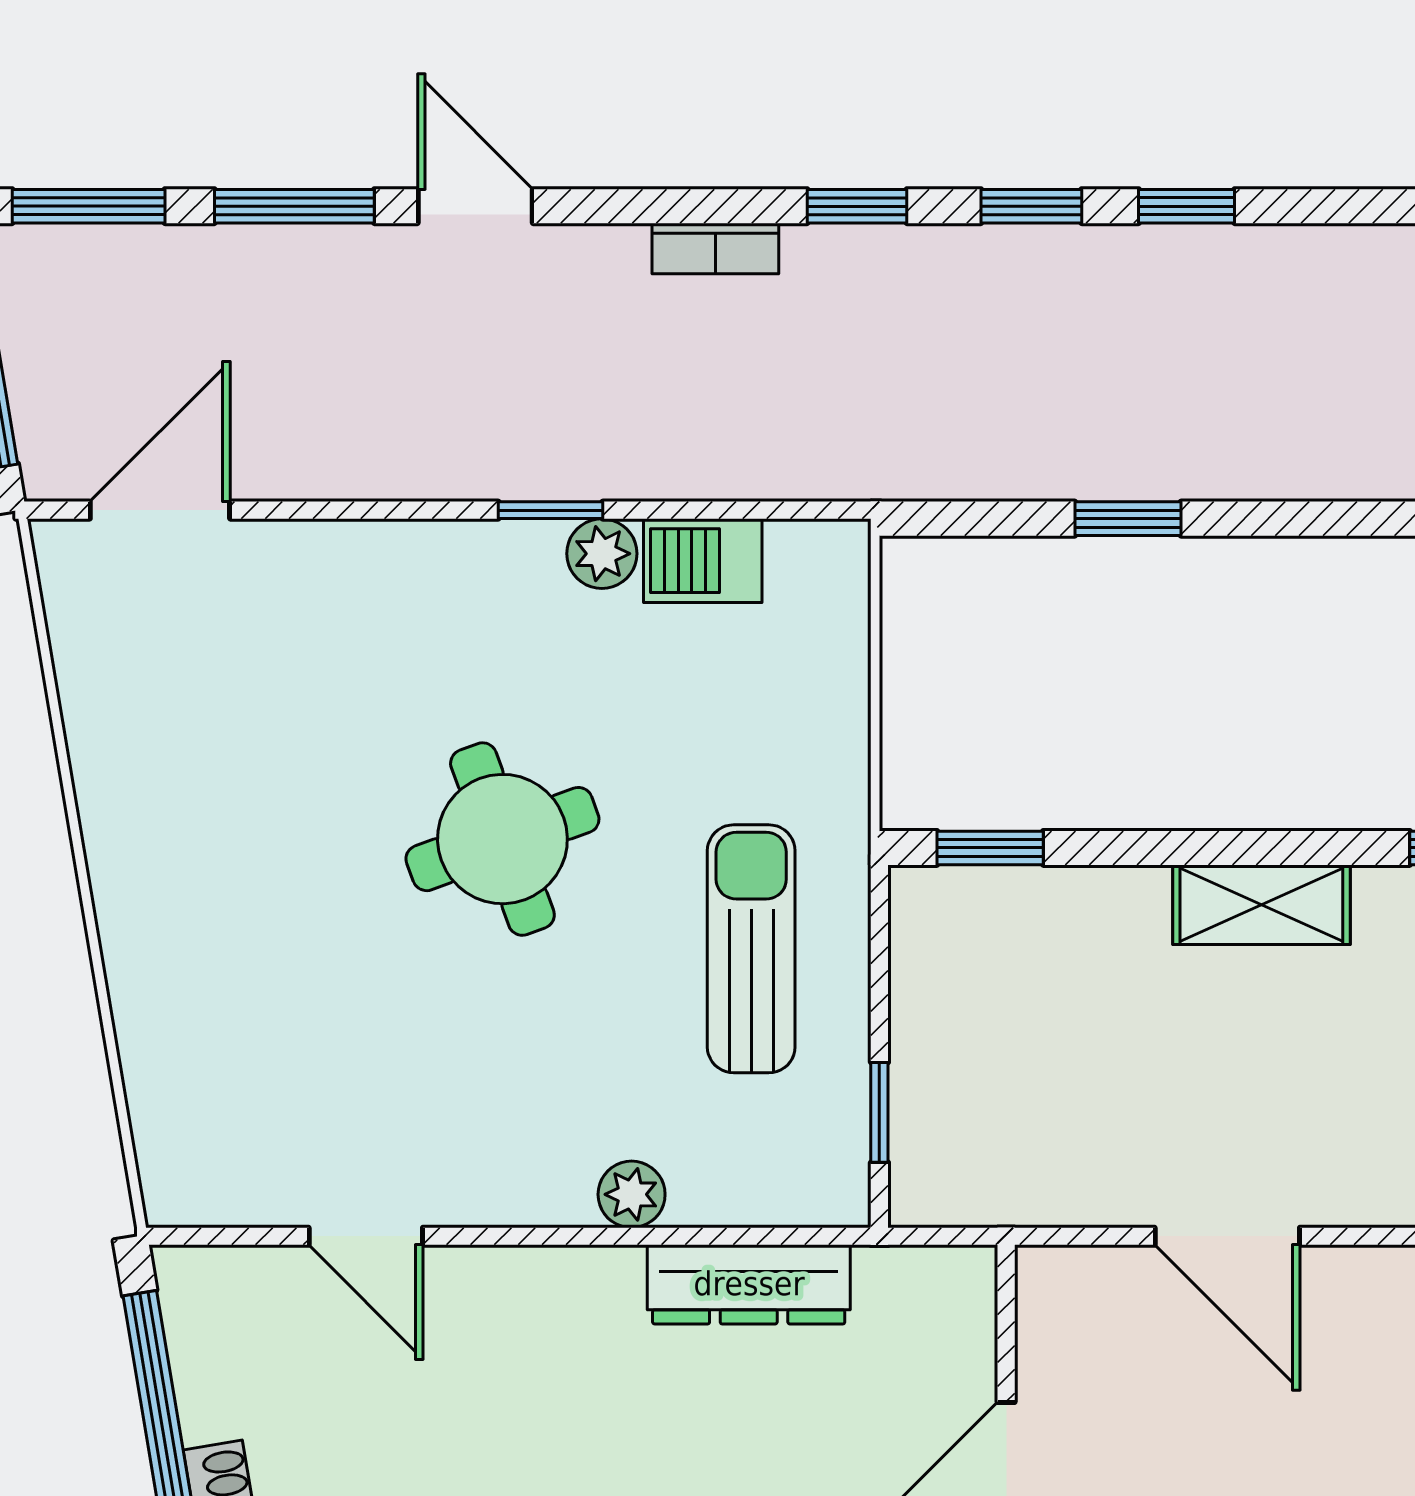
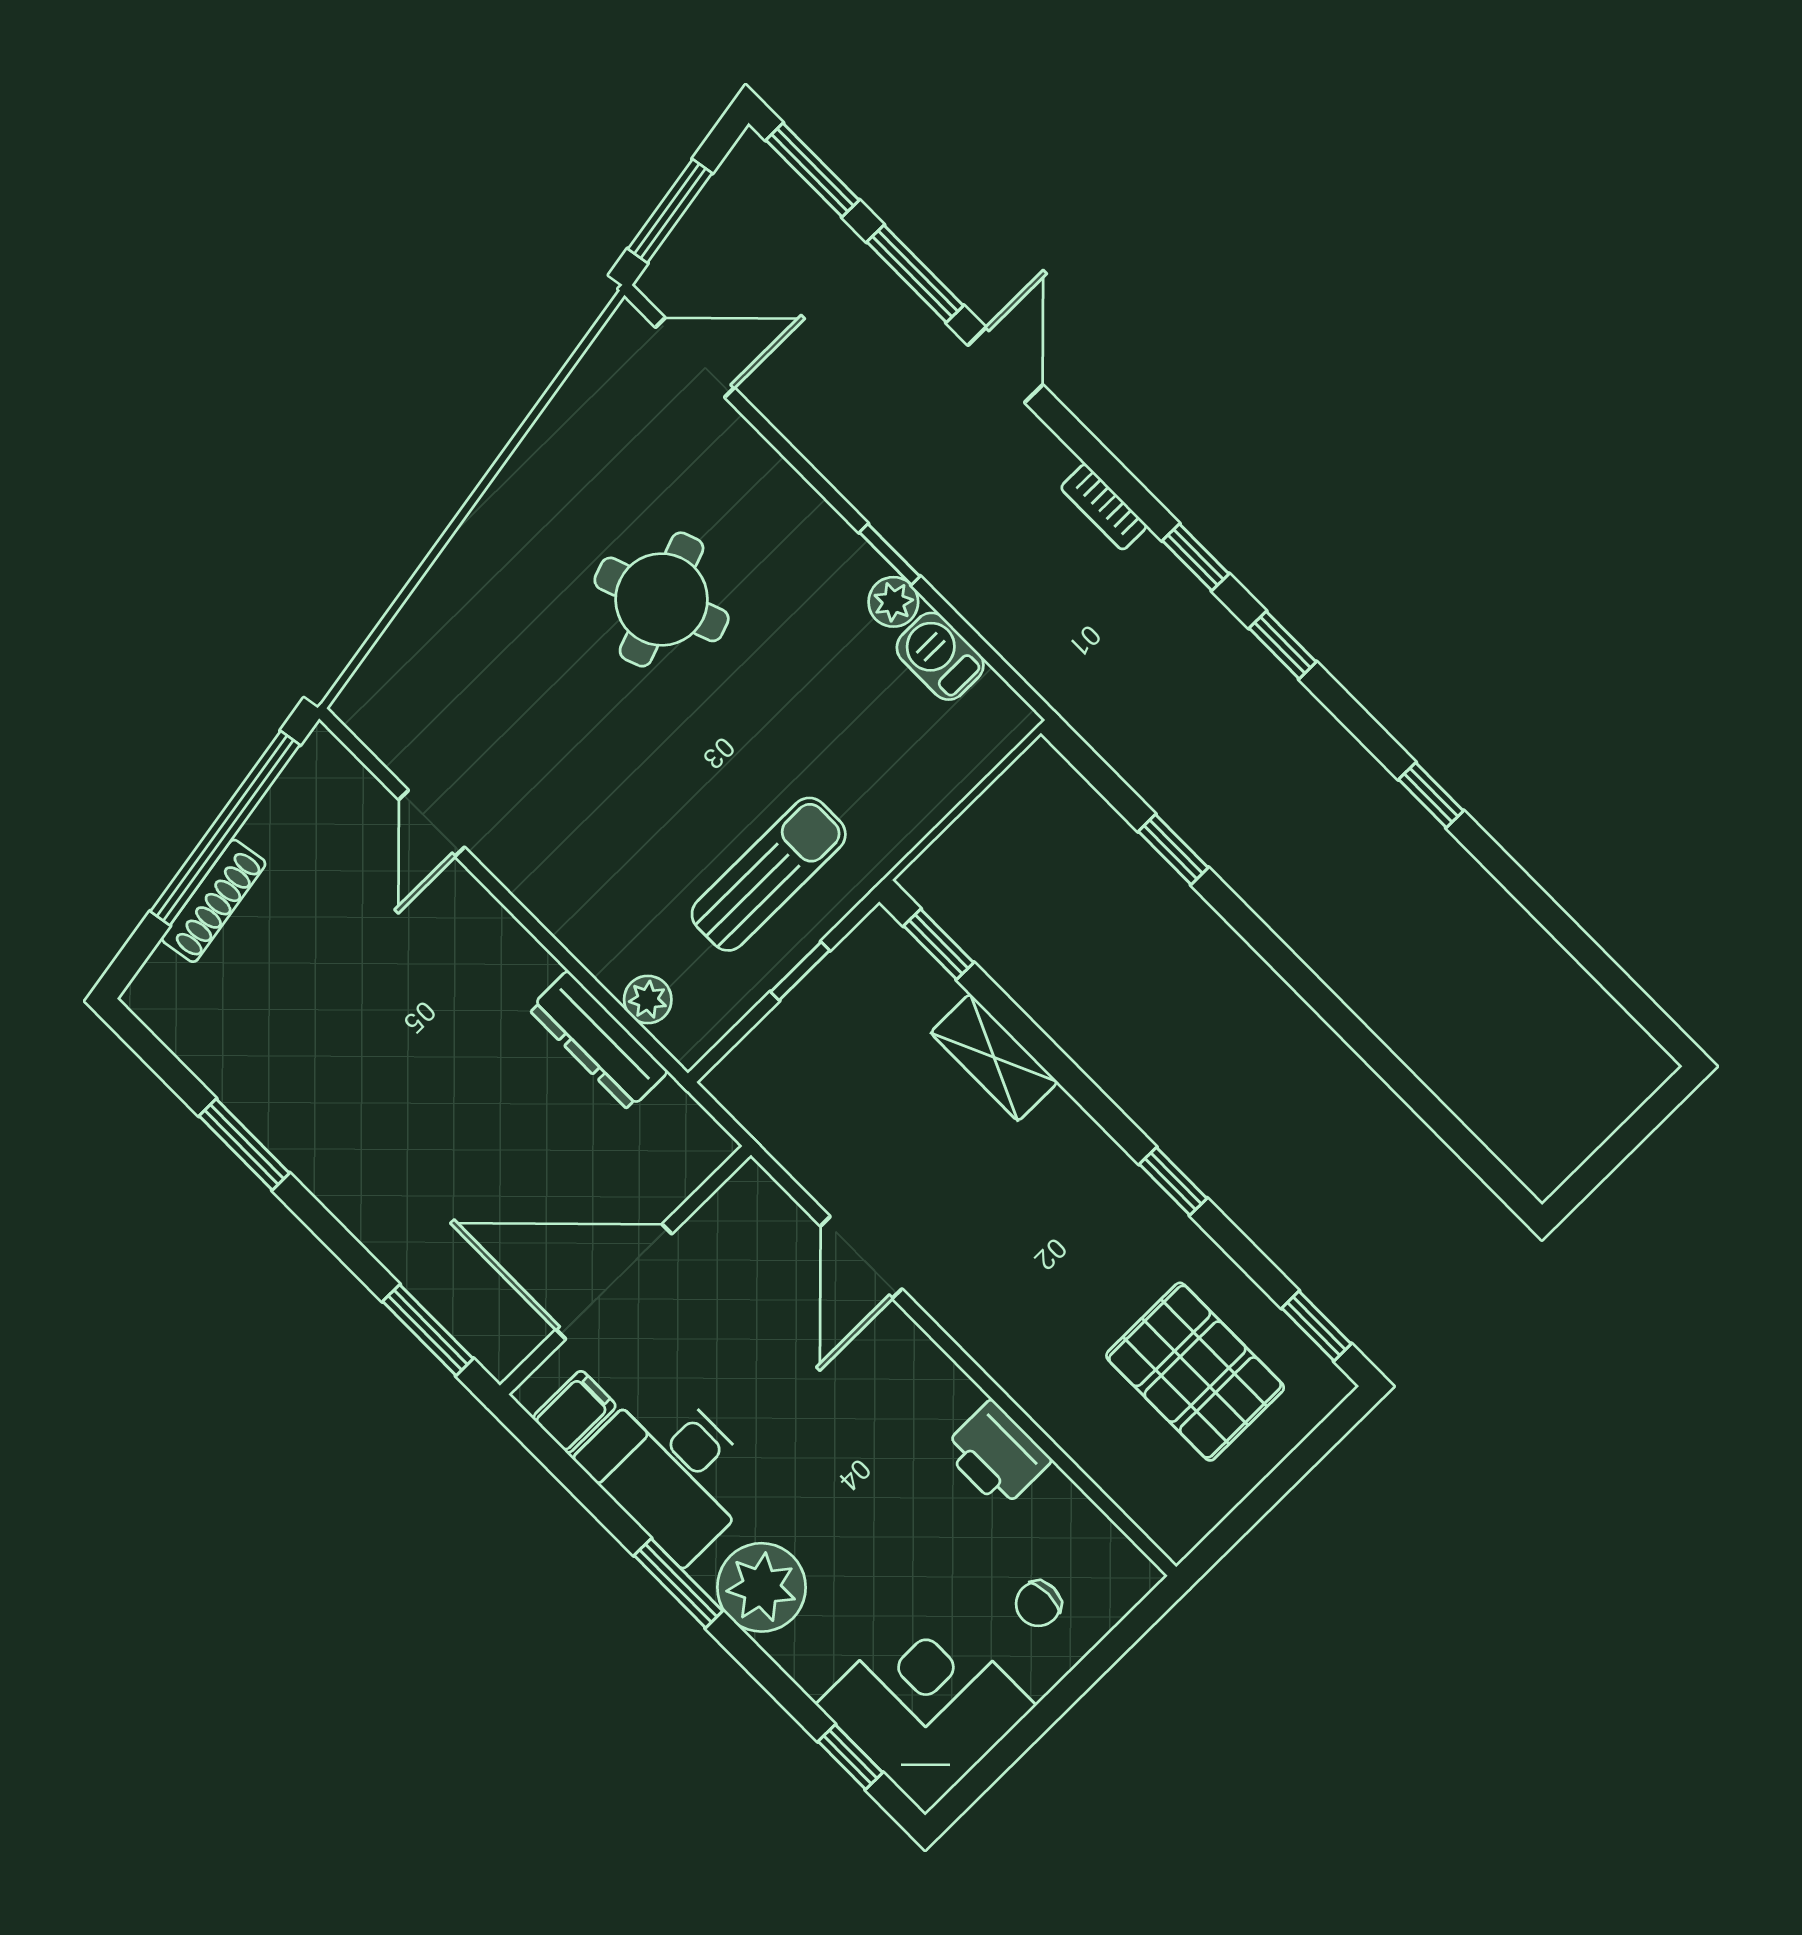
window: (1187, 206) -> (1431, 795), moved
round table: (502, 839) -> (662, 599), moved
shelving: (1261, 905) -> (994, 1057), moved
window: (879, 1112) -> (800, 971), moved
plant: (632, 1194) -> (648, 1000), moved

